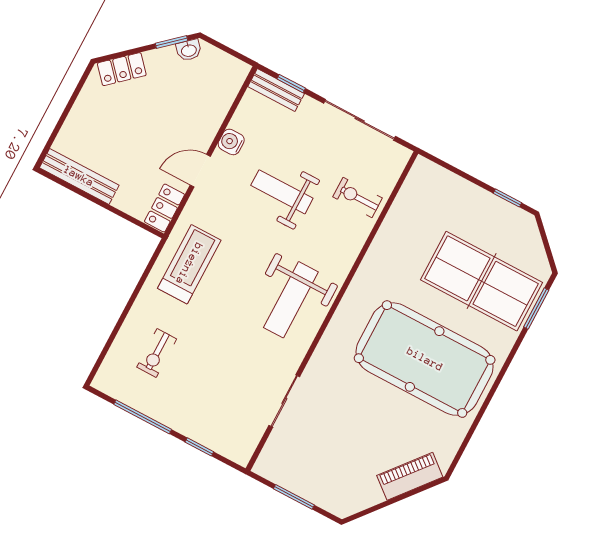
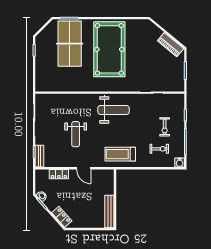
water cooler: (231, 142) -> (180, 163), moved
exercise bike: (357, 197) -> (165, 127), moved
locker: (164, 208) -> (59, 174), moved
piano: (410, 476) -> (171, 45), moved

